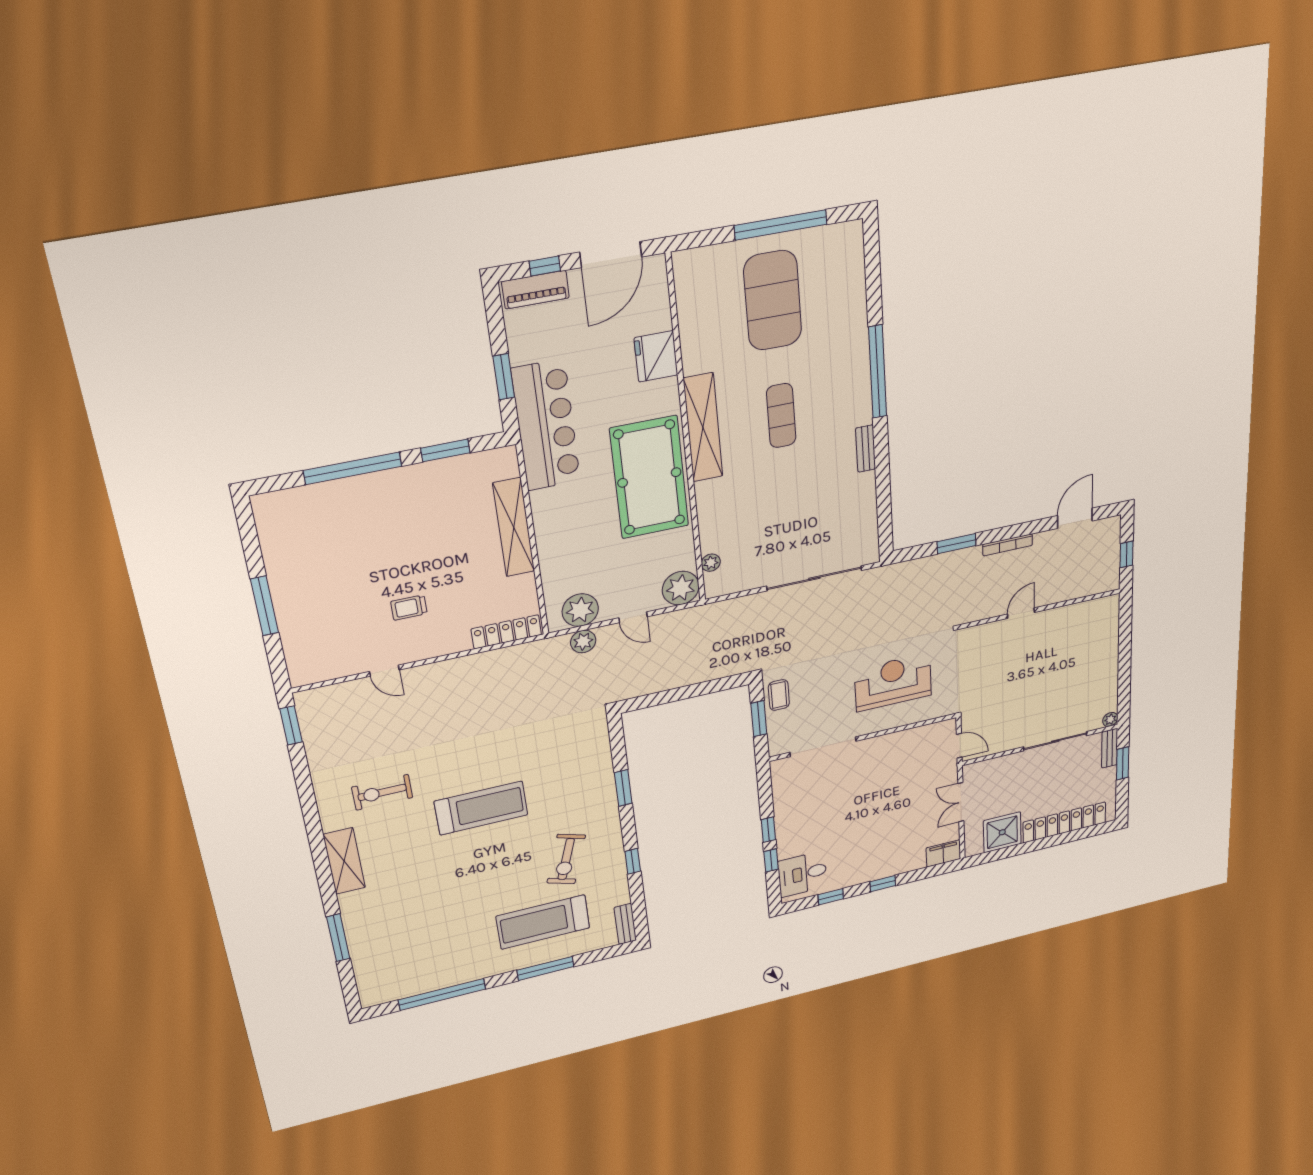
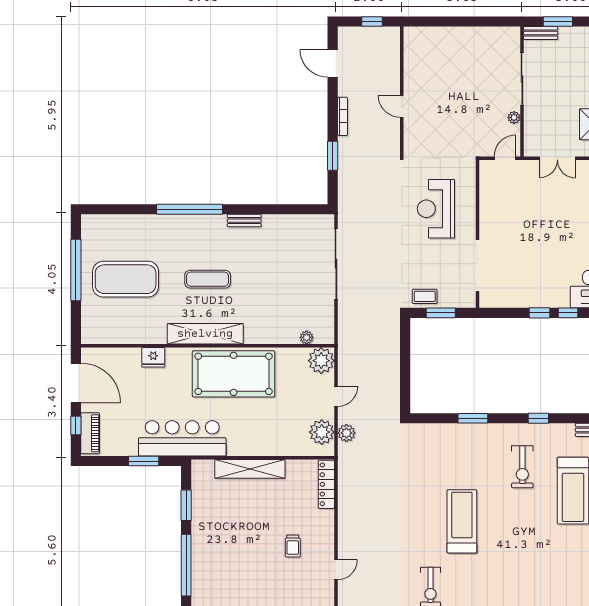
fridge: (656, 356) -> (153, 357), width x0.73, depth x0.75
plant: (1110, 719) -> (514, 117), moved
exercise bike: (566, 859) -> (522, 467), turned 72

